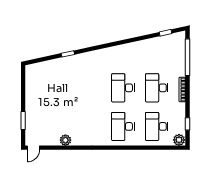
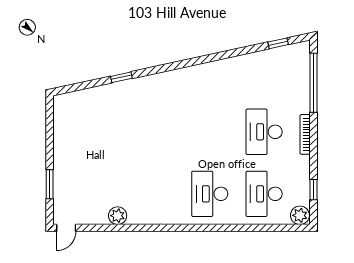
desk: (123, 88) -> (210, 132), removed

